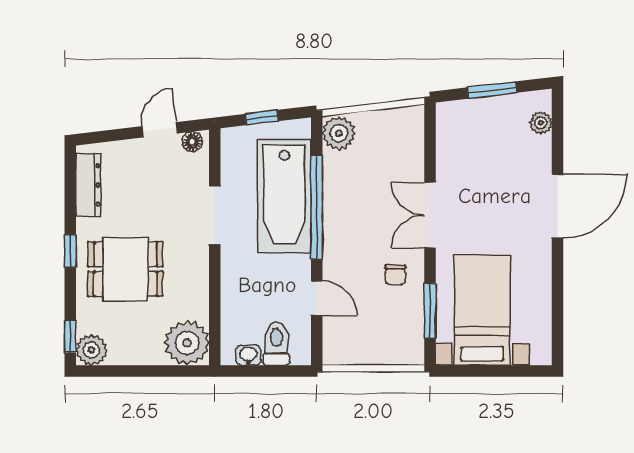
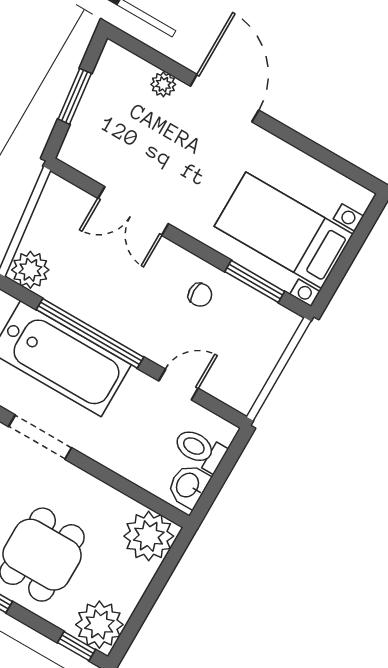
plant: (541, 123) -> (163, 84), moved
double door: (430, 215) -> (133, 211), moved
plant: (91, 350) -> (99, 625), width x1.36, depth x1.36
washbasin: (248, 355) -> (188, 486), width x1.38, depth x1.45

